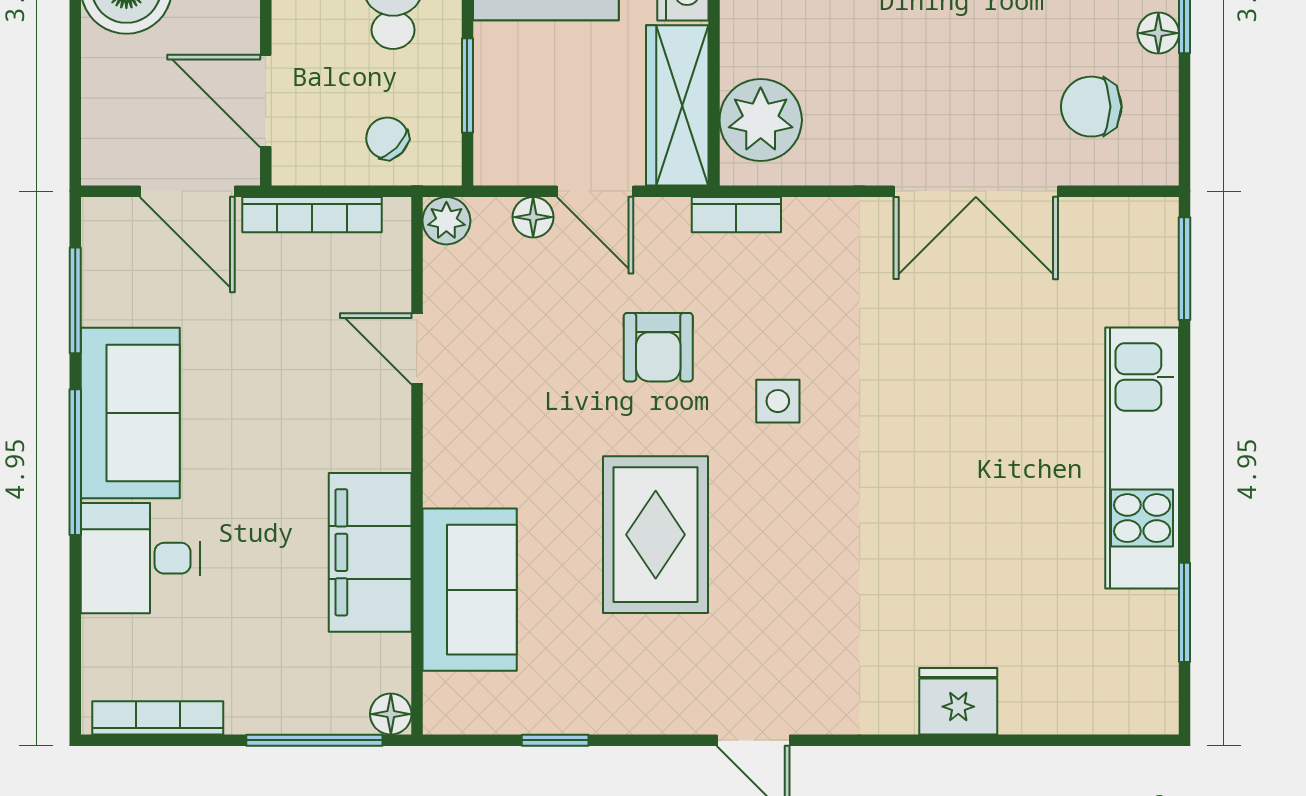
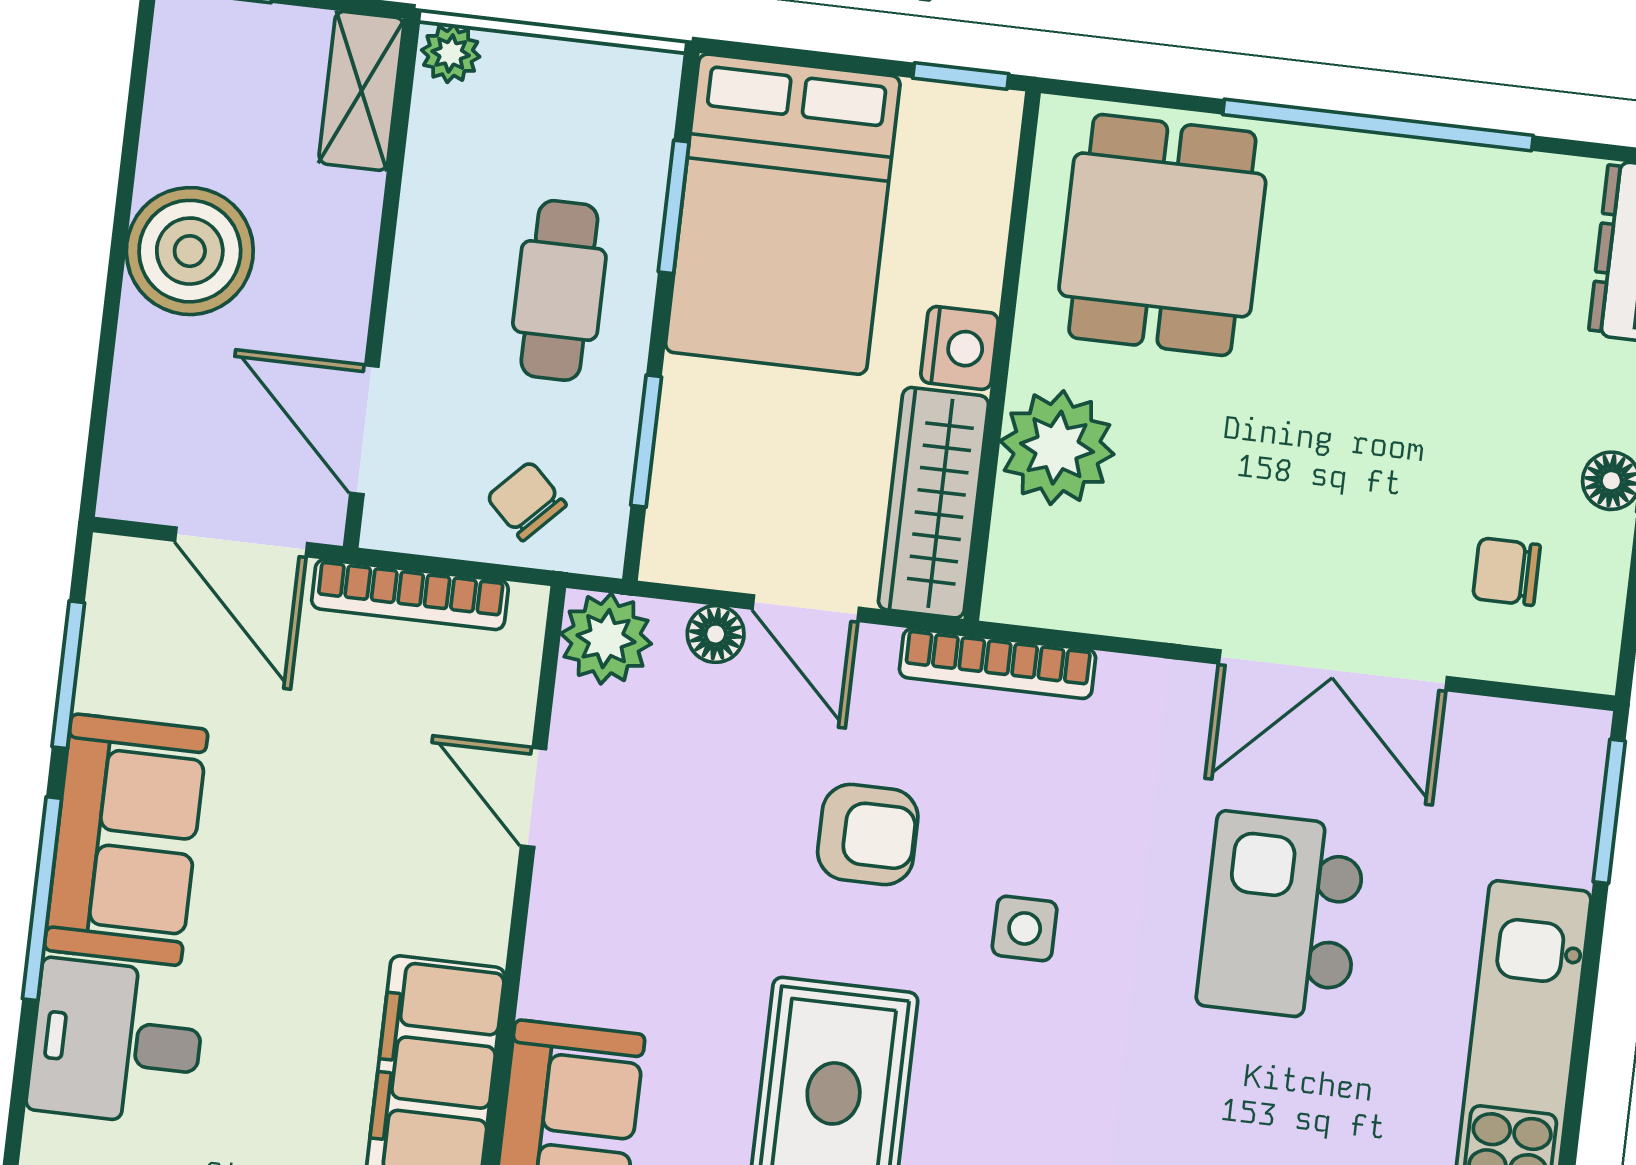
chair: (1091, 107) -> (1507, 572), width x0.73, depth x0.73
plant: (761, 120) -> (1057, 448), moved
bookcase: (736, 215) -> (998, 664), width x1.56
plant: (446, 221) -> (606, 639), width x1.38, depth x1.38
armchair: (658, 347) -> (868, 834), turned -90
kitchen island: (960, 371) -> (1281, 916), added

